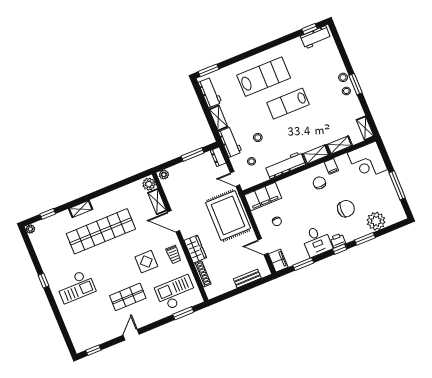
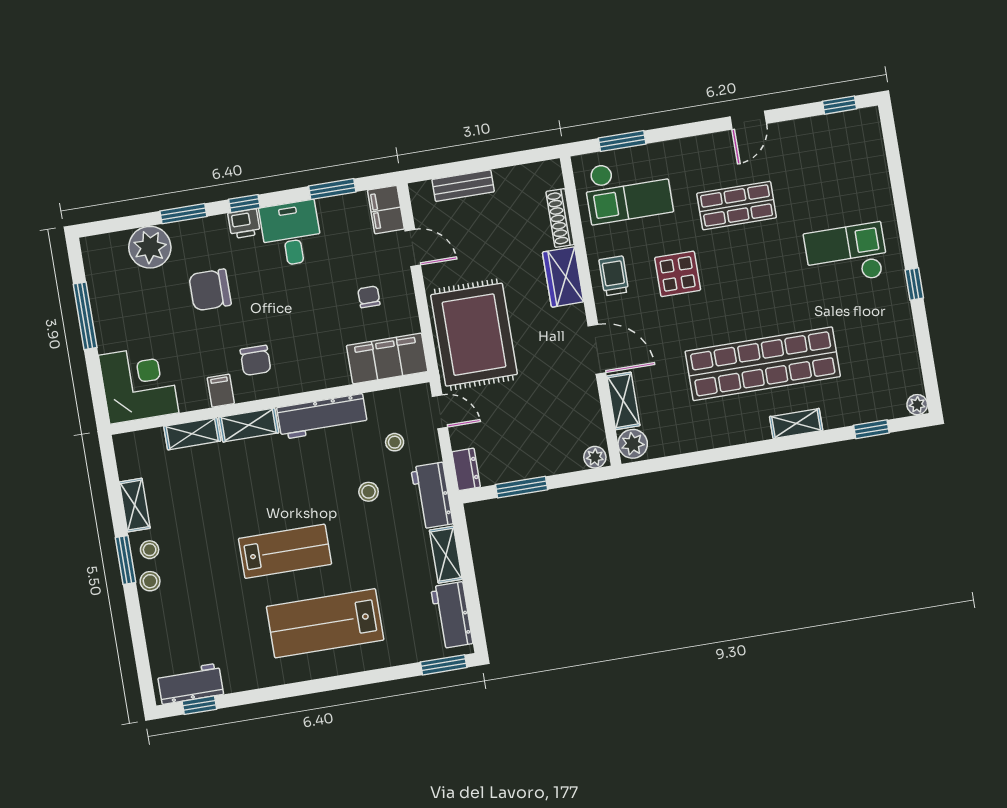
shelving: (365, 128) -> (135, 505), moved

